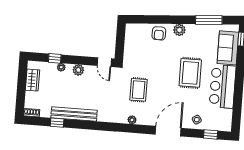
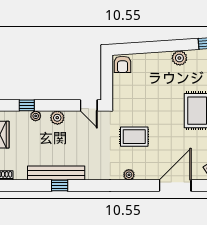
armchair: (159, 33) -> (122, 64), moved
rug: (139, 90) -> (134, 137), turned 90
window: (57, 123) -> (60, 185), moved

